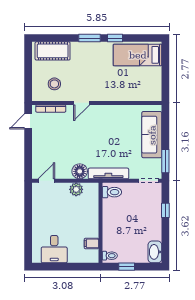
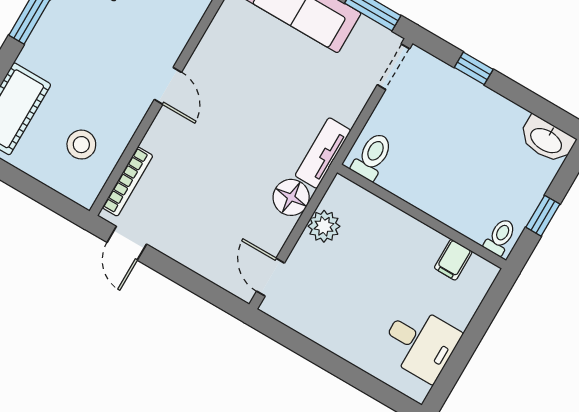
door: (82, 103) -> (168, 86), moved
tv unit: (108, 173) -> (323, 153), width x0.71

